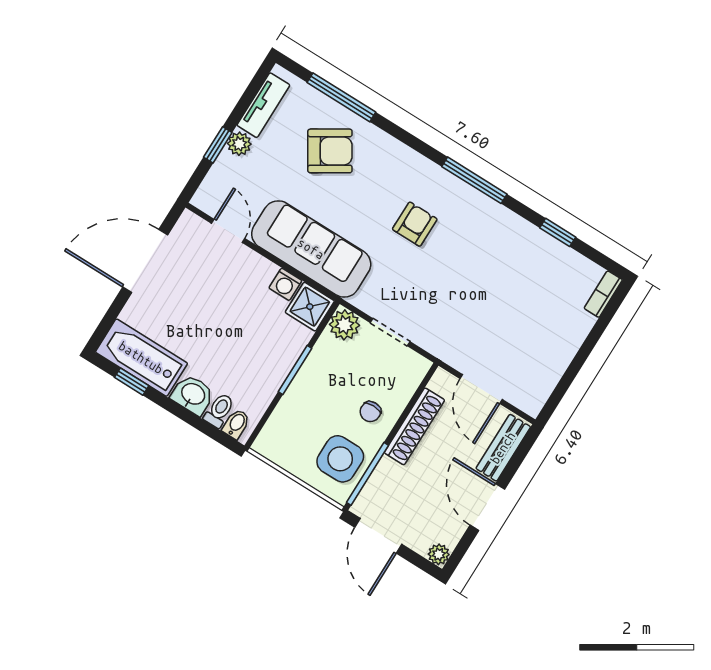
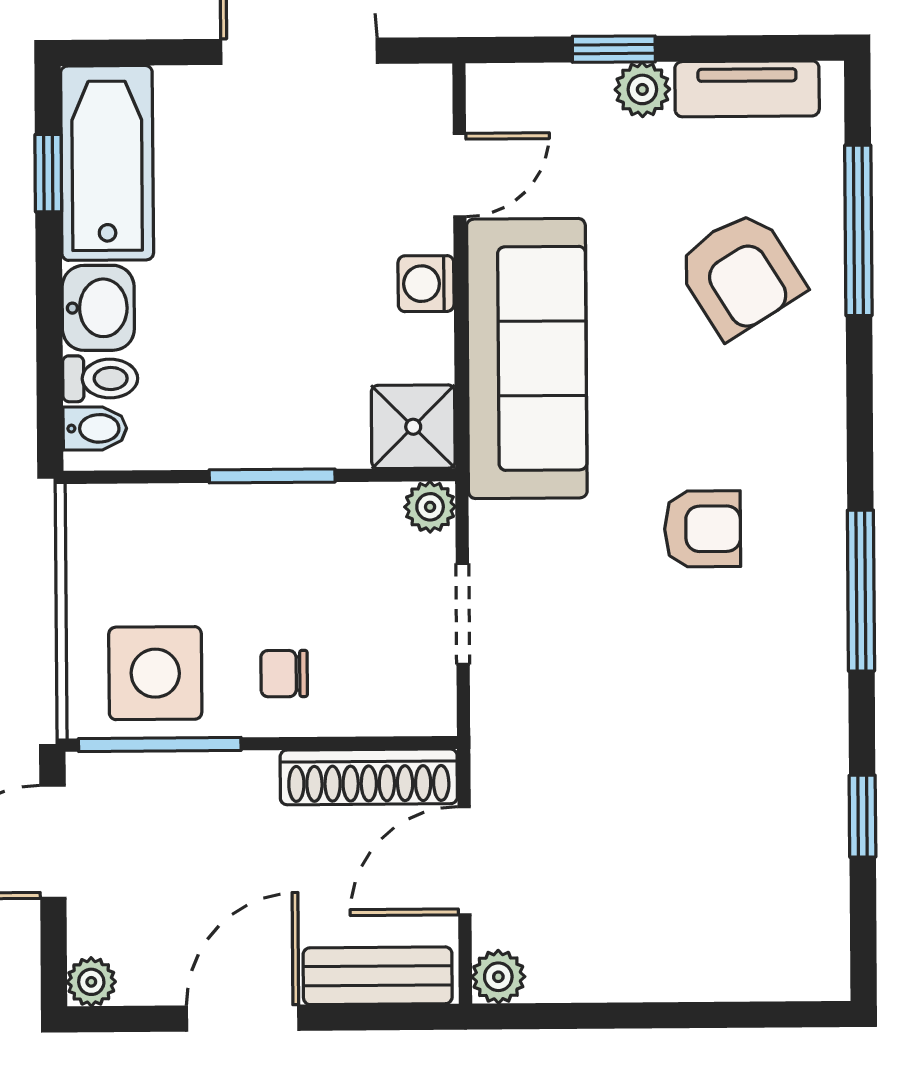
washing machine: (285, 284) -> (426, 284), moved
bookcase: (603, 294) -> (799, 981), removed
plant: (344, 325) -> (430, 507), width x0.73, depth x0.73
plant: (532, 404) -> (498, 977), added
shoe rack: (414, 426) -> (369, 777), moved

